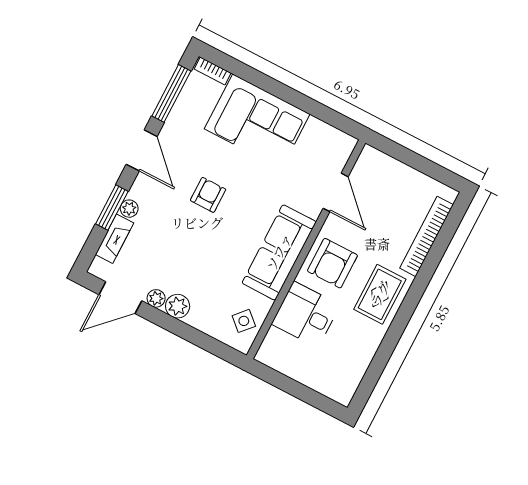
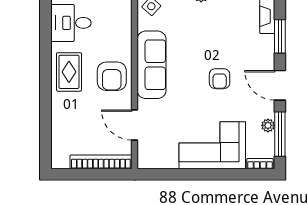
plant: (129, 209) -> (268, 125), moved
bookcase: (427, 236) -> (101, 162), moved, turned -90
armchair: (332, 263) -> (112, 76), turned 180
desk: (306, 315) -> (71, 23), moved, turned 180

